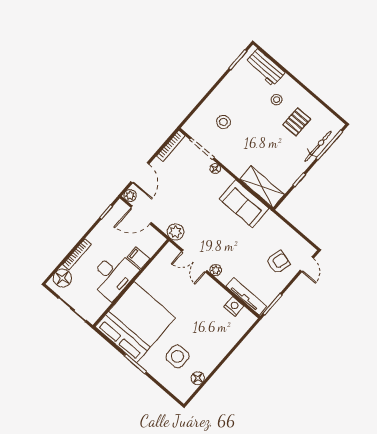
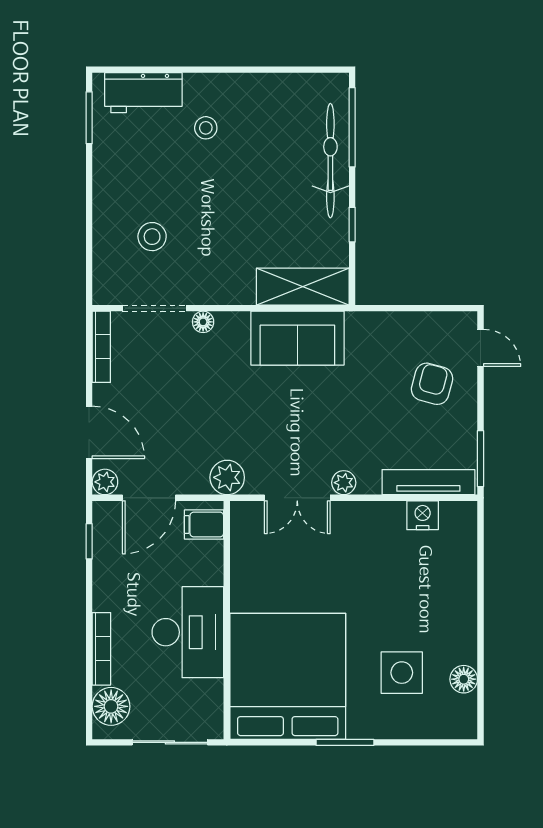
pallet: (297, 122) -> (268, 135), removed
bicycle: (318, 146) -> (330, 161), width x1.37, depth x1.40
filing cabinet: (138, 258) -> (204, 525), moved

